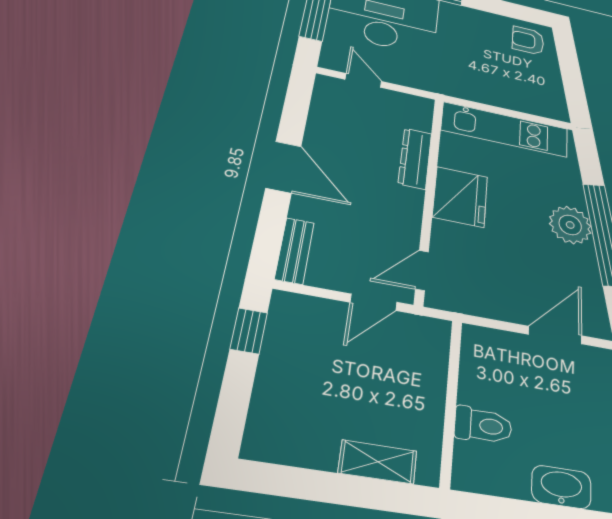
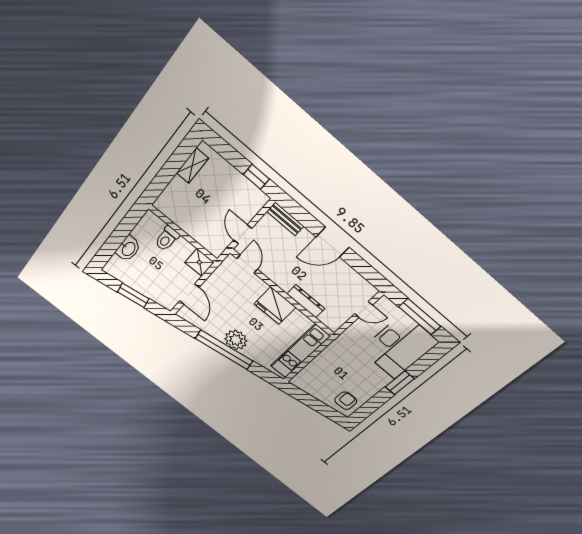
shower: (483, 347) -> (199, 262), added
shelving: (378, 462) -> (192, 166), moved

